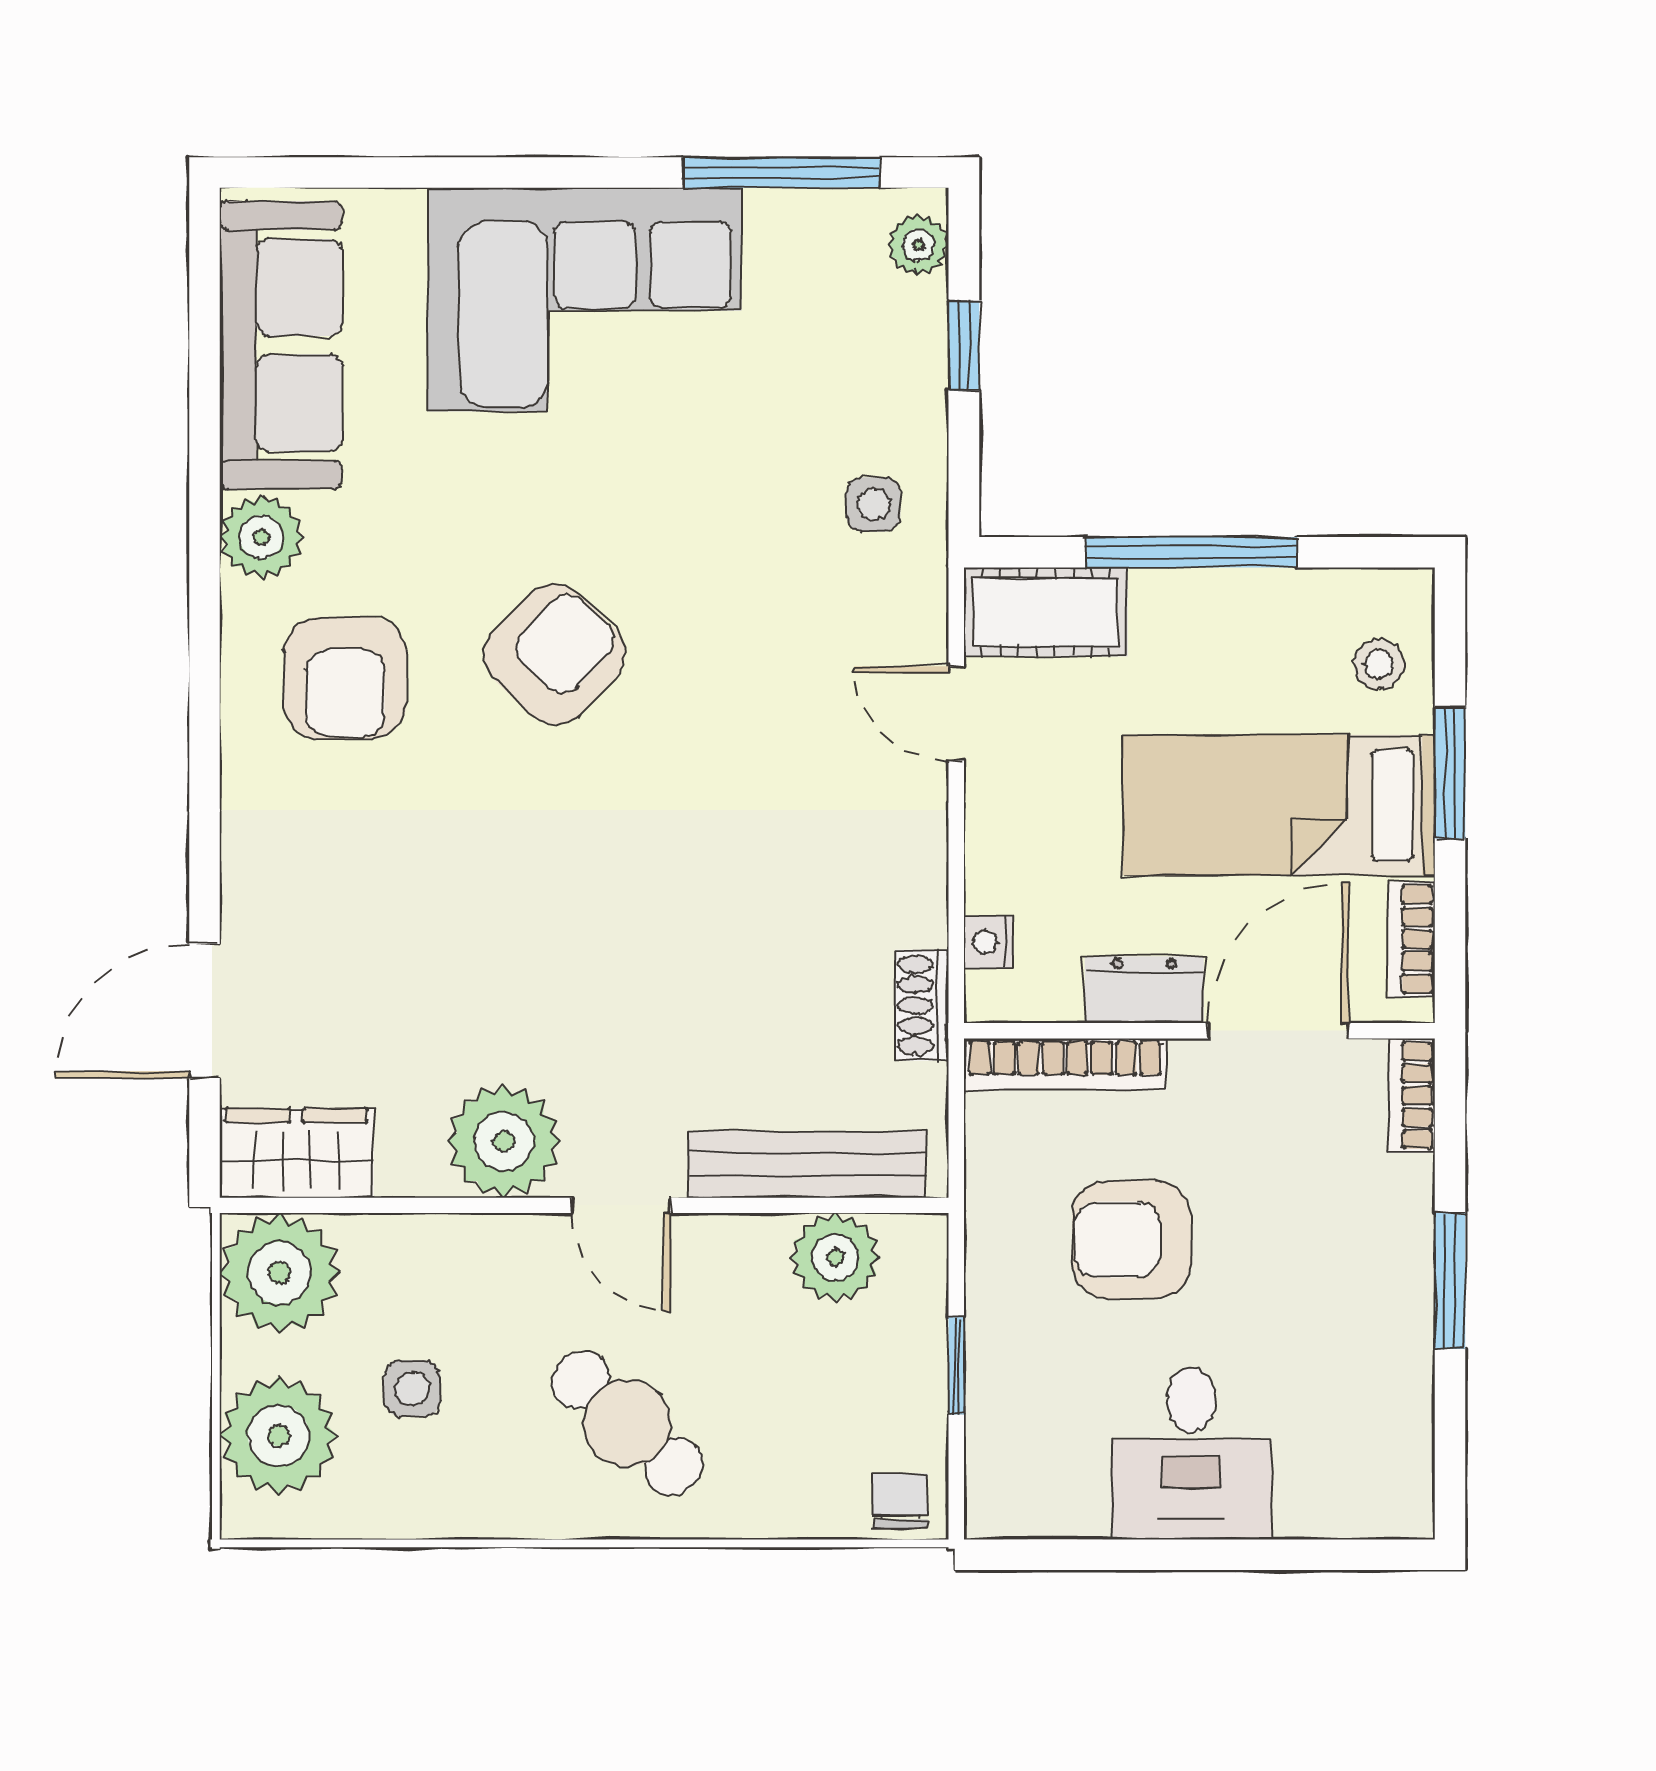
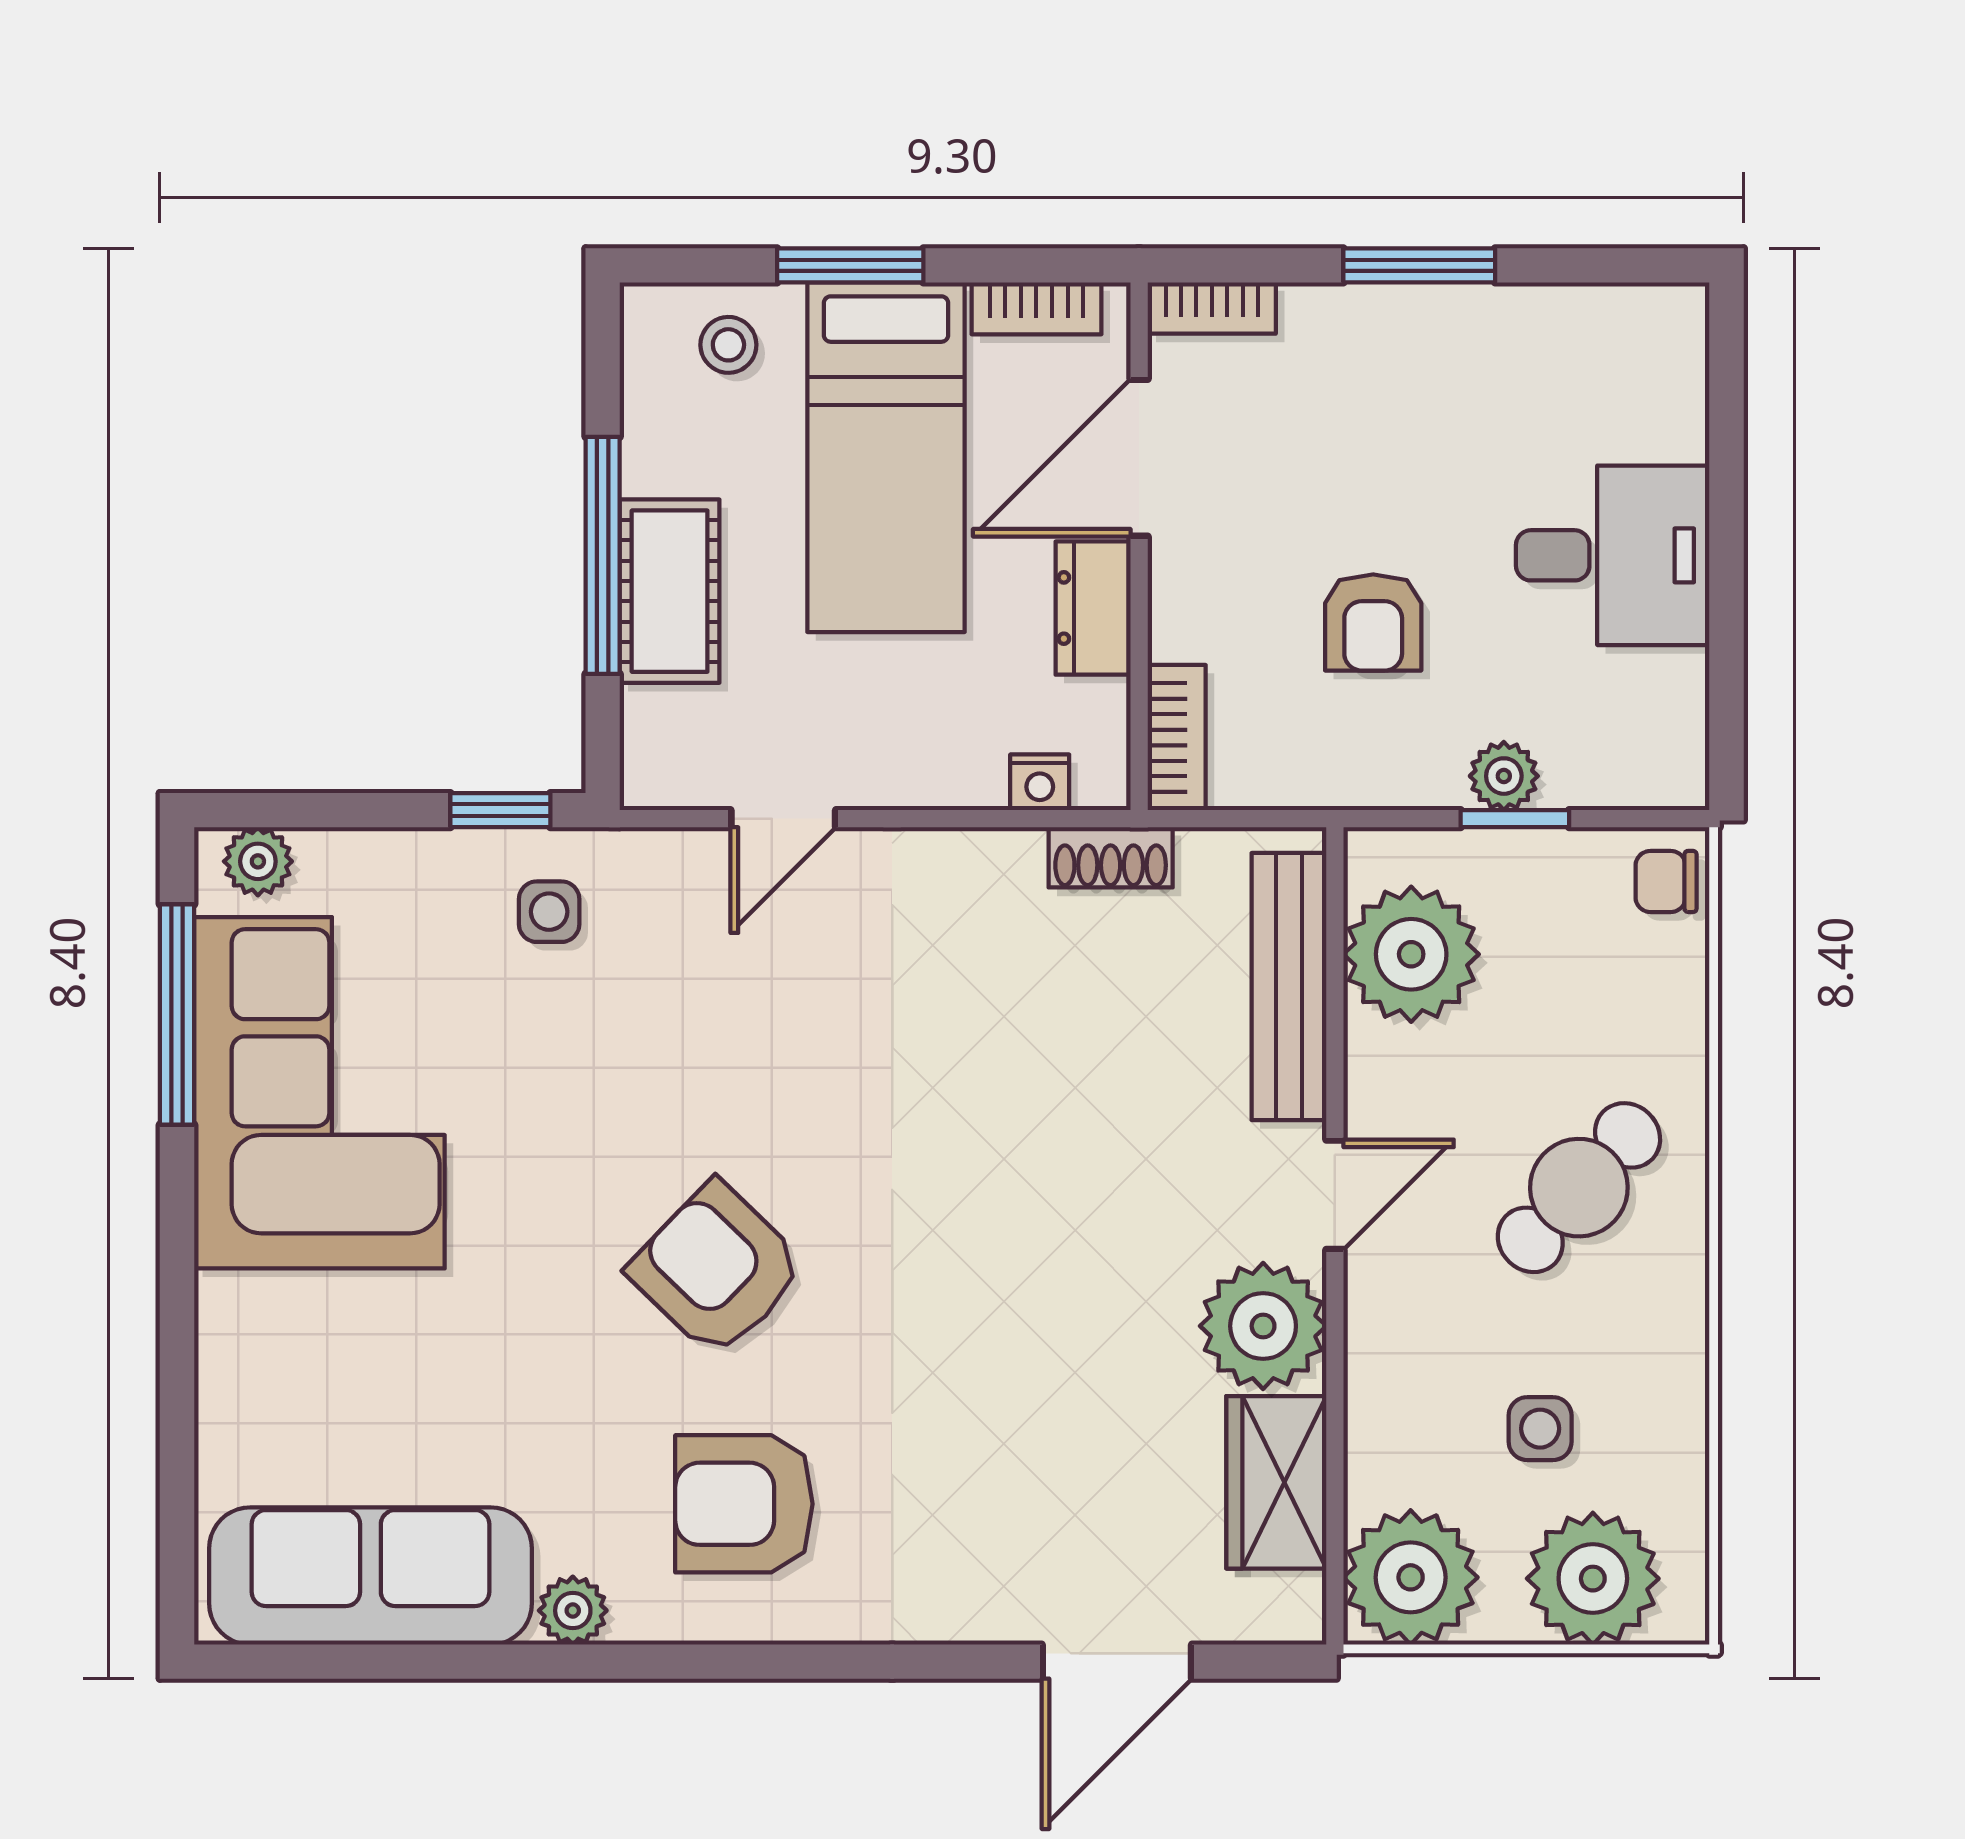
corner sofa: (585, 300) -> (319, 1093), moved
window: (964, 346) -> (500, 810), moved
plant: (261, 537) -> (573, 1611), width x0.73, depth x0.73
cot: (1046, 612) -> (670, 591), moved
armchair: (345, 678) -> (744, 1504), turned 180
door: (204, 1011) -> (1117, 1662), hinge flipped
door: (1278, 1031) -> (1139, 458), hinge flipped
bookcase: (1065, 1064) -> (1177, 738), width x0.64
wardrobe: (297, 1153) -> (1276, 1482), moved
armchair: (1131, 1240) -> (1373, 622), width x0.72, depth x0.72
plant: (835, 1257) -> (1411, 954), width x1.36, depth x1.36
plant: (994, 1356) -> (1504, 776), added

